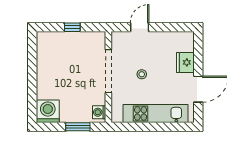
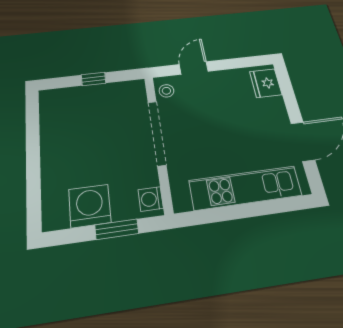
fridge: (185, 62) -> (266, 83), moved
stool: (142, 74) -> (166, 91), moved
washing machine: (48, 111) -> (90, 206), moved

